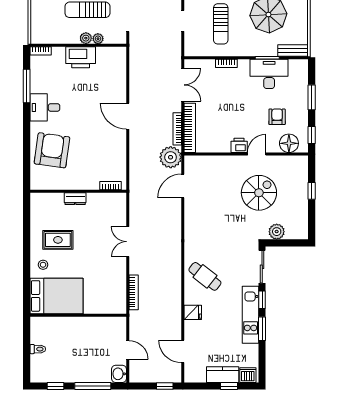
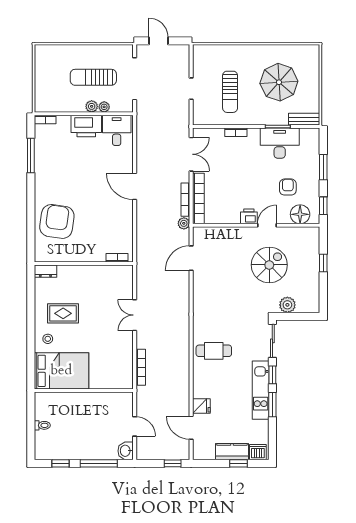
desk: (45, 107) -> (117, 130), moved, turned 90
plant: (171, 157) -> (184, 223), width x0.53, depth x0.53
dresser: (75, 199) -> (45, 271), moved
cafe table: (205, 276) -> (214, 351), turned -38
fridge: (193, 312) -> (201, 406), moved

